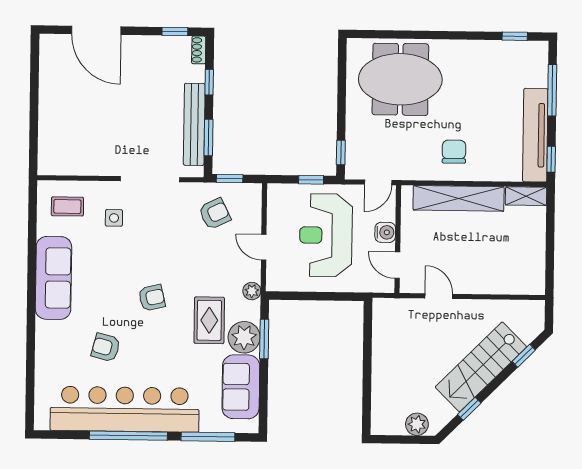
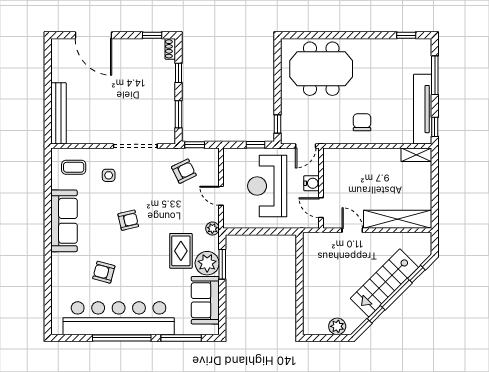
bench: (194, 124) -> (58, 113), moved
shelving: (459, 198) -> (398, 219), moved
armchair: (152, 298) -> (128, 220), moved

